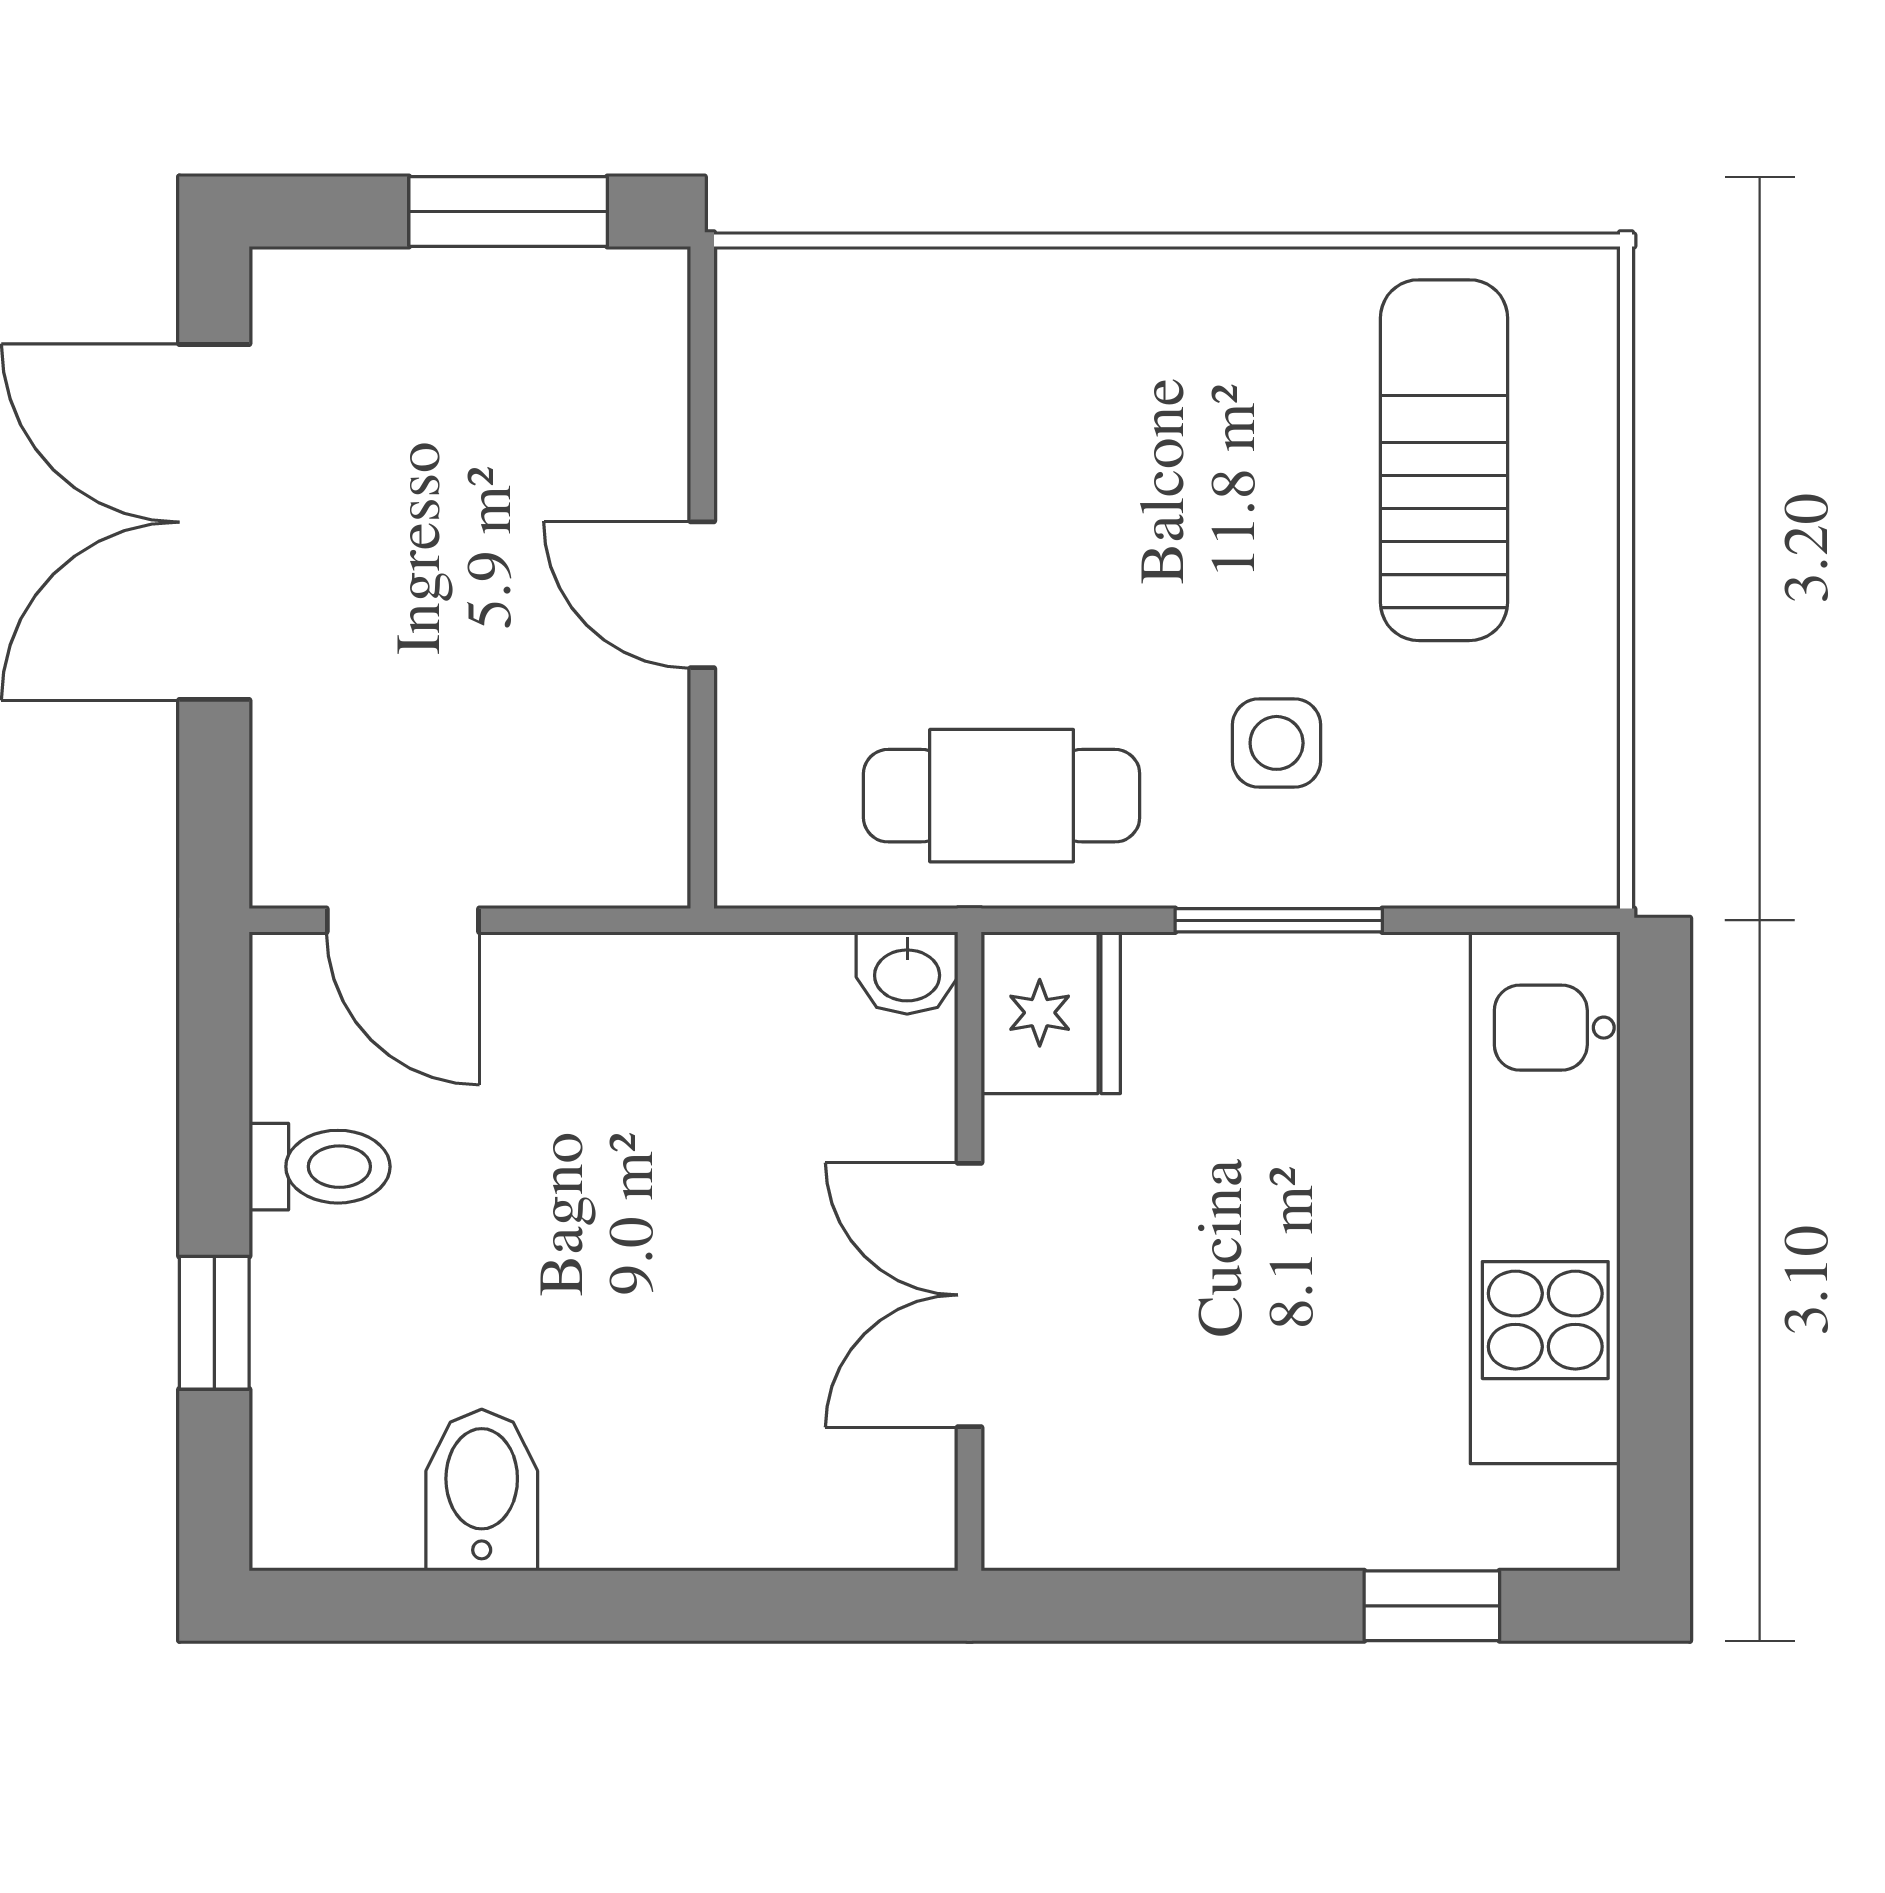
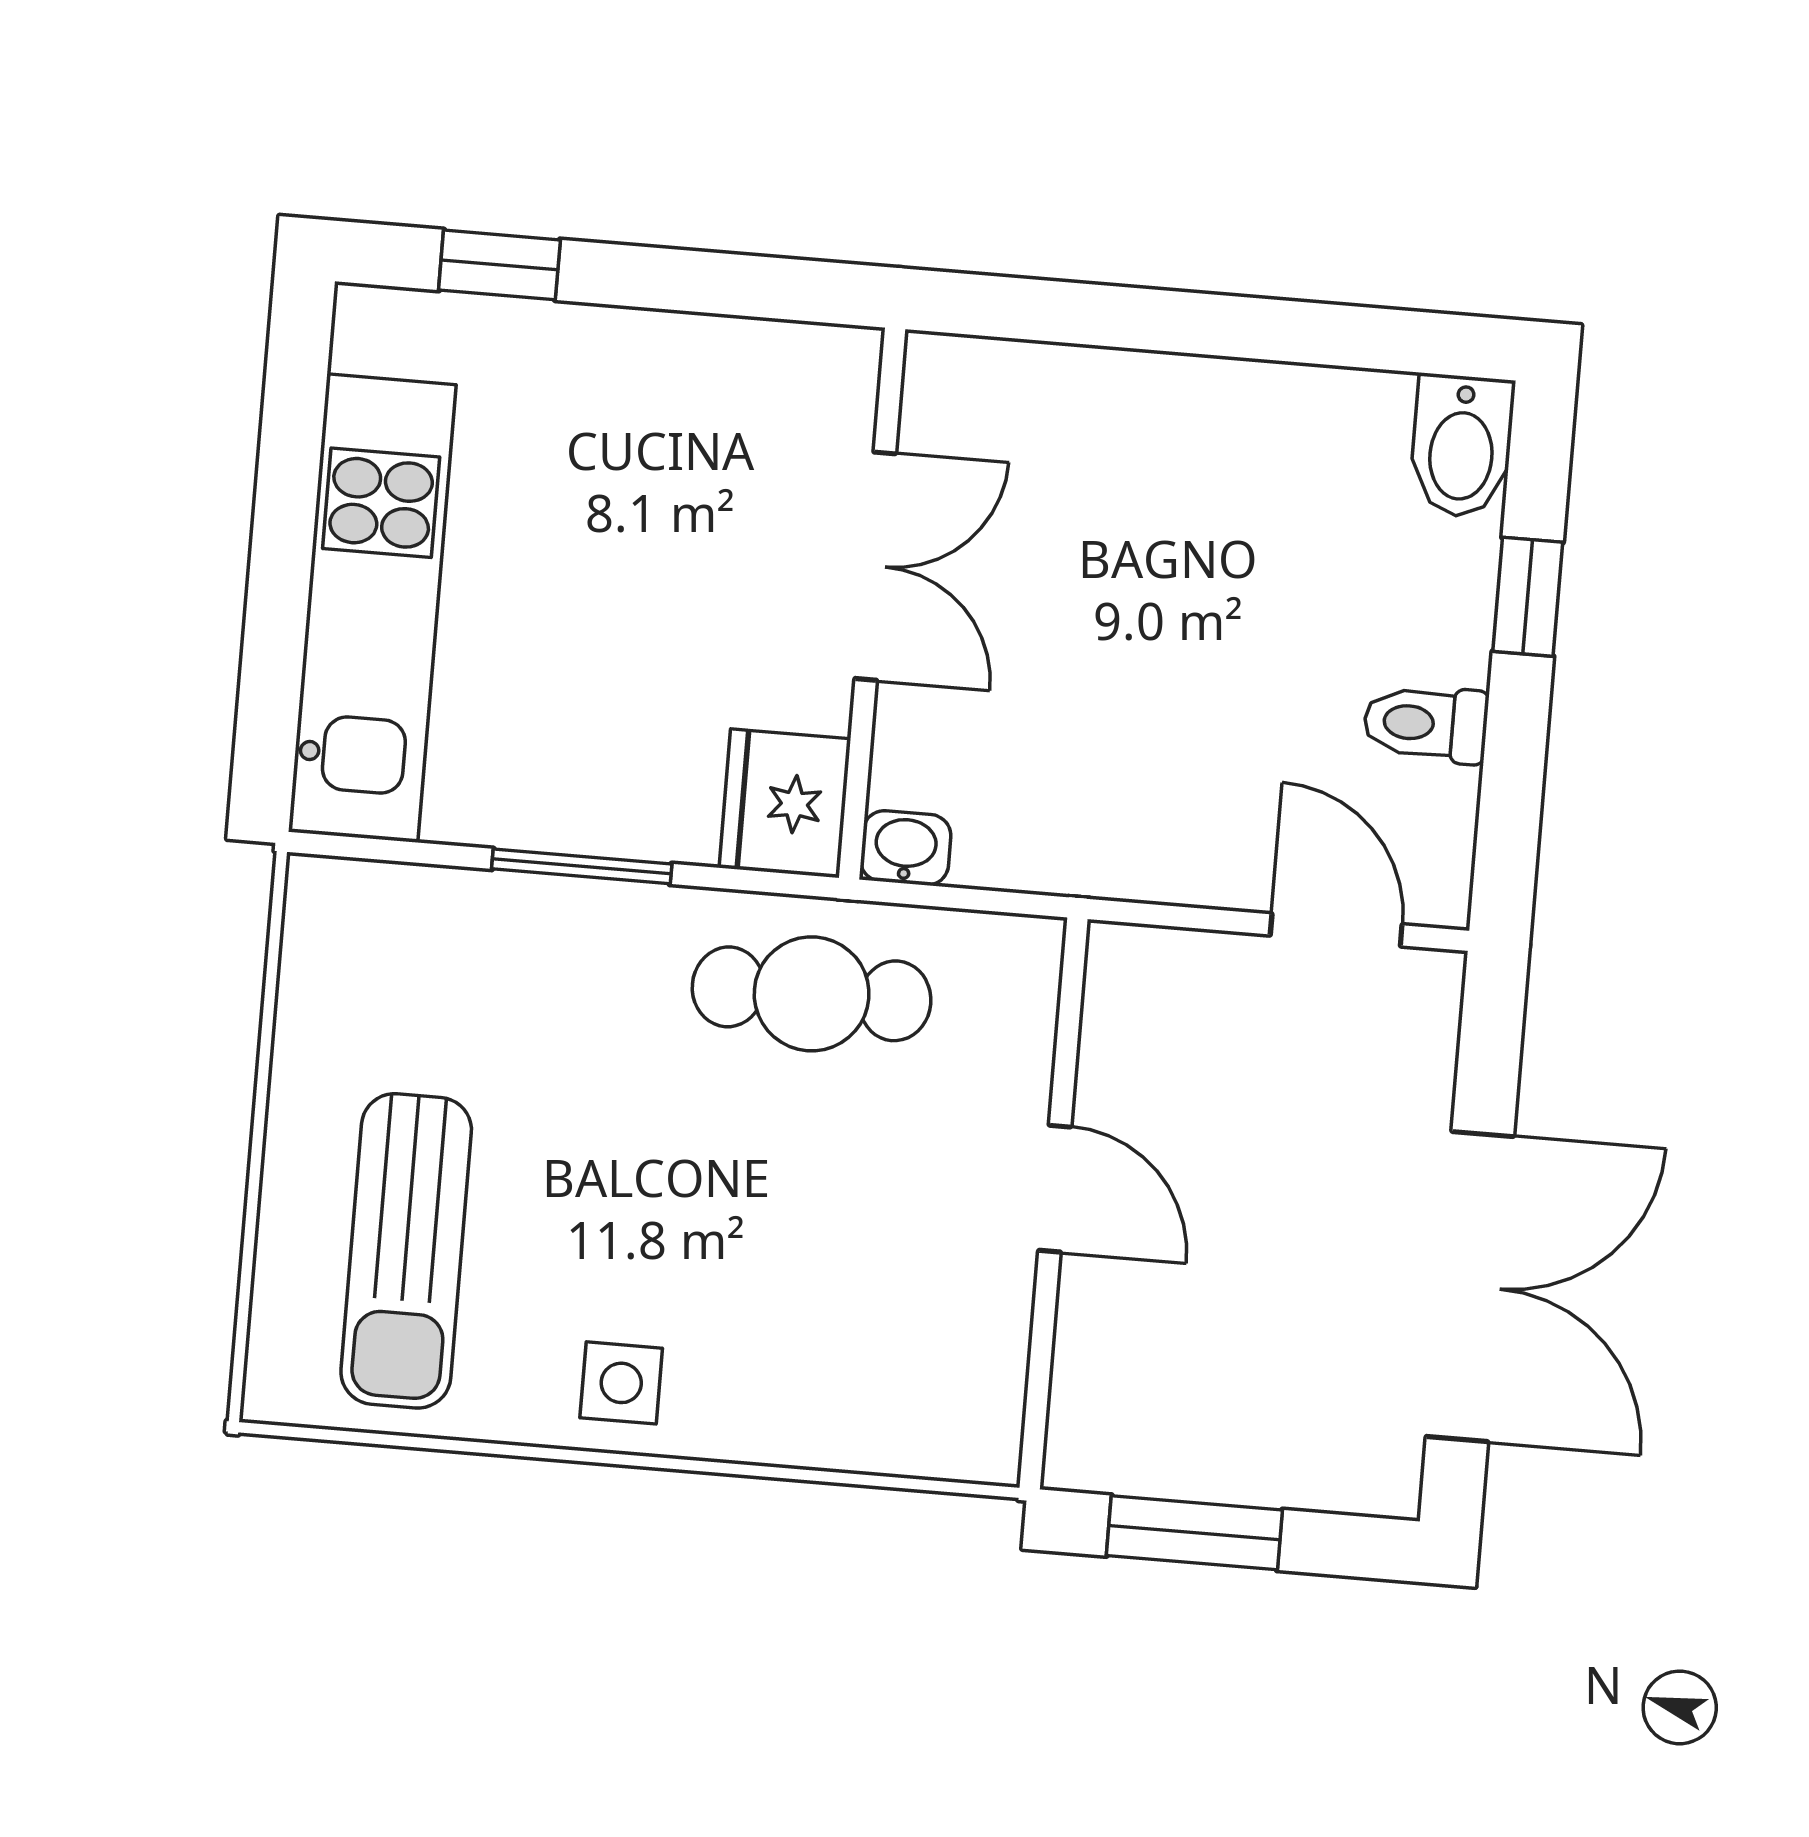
side table: (1277, 743) -> (621, 1383), moved
bidet: (482, 1490) -> (1462, 446), moved

